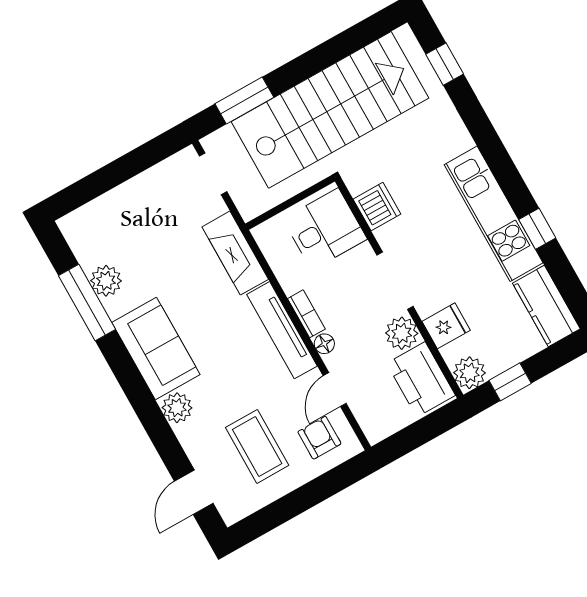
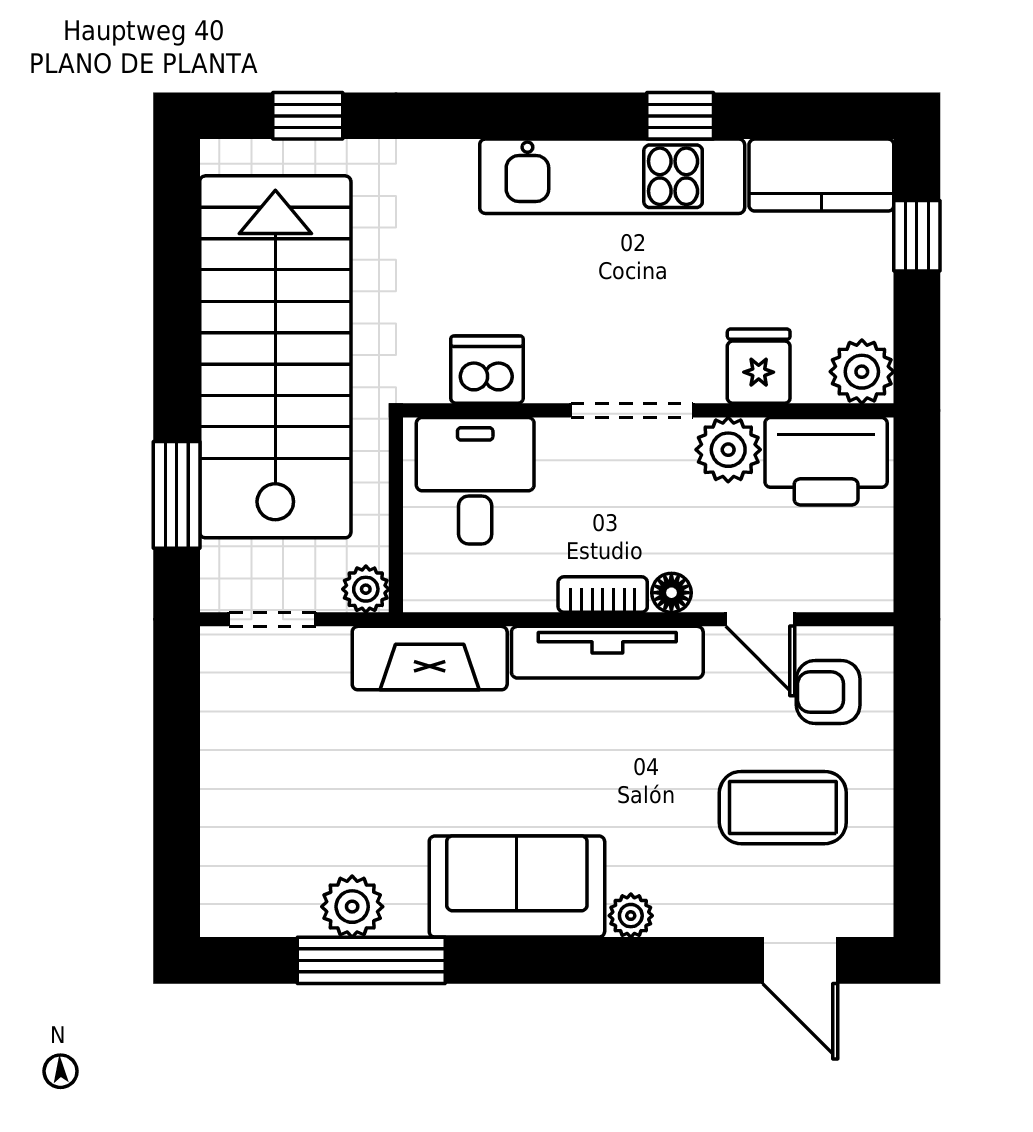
plant: (250, 208) -> (366, 589), added
window: (510, 382) -> (917, 236), moved
plant: (177, 408) -> (631, 916), width x0.73, depth x0.73

